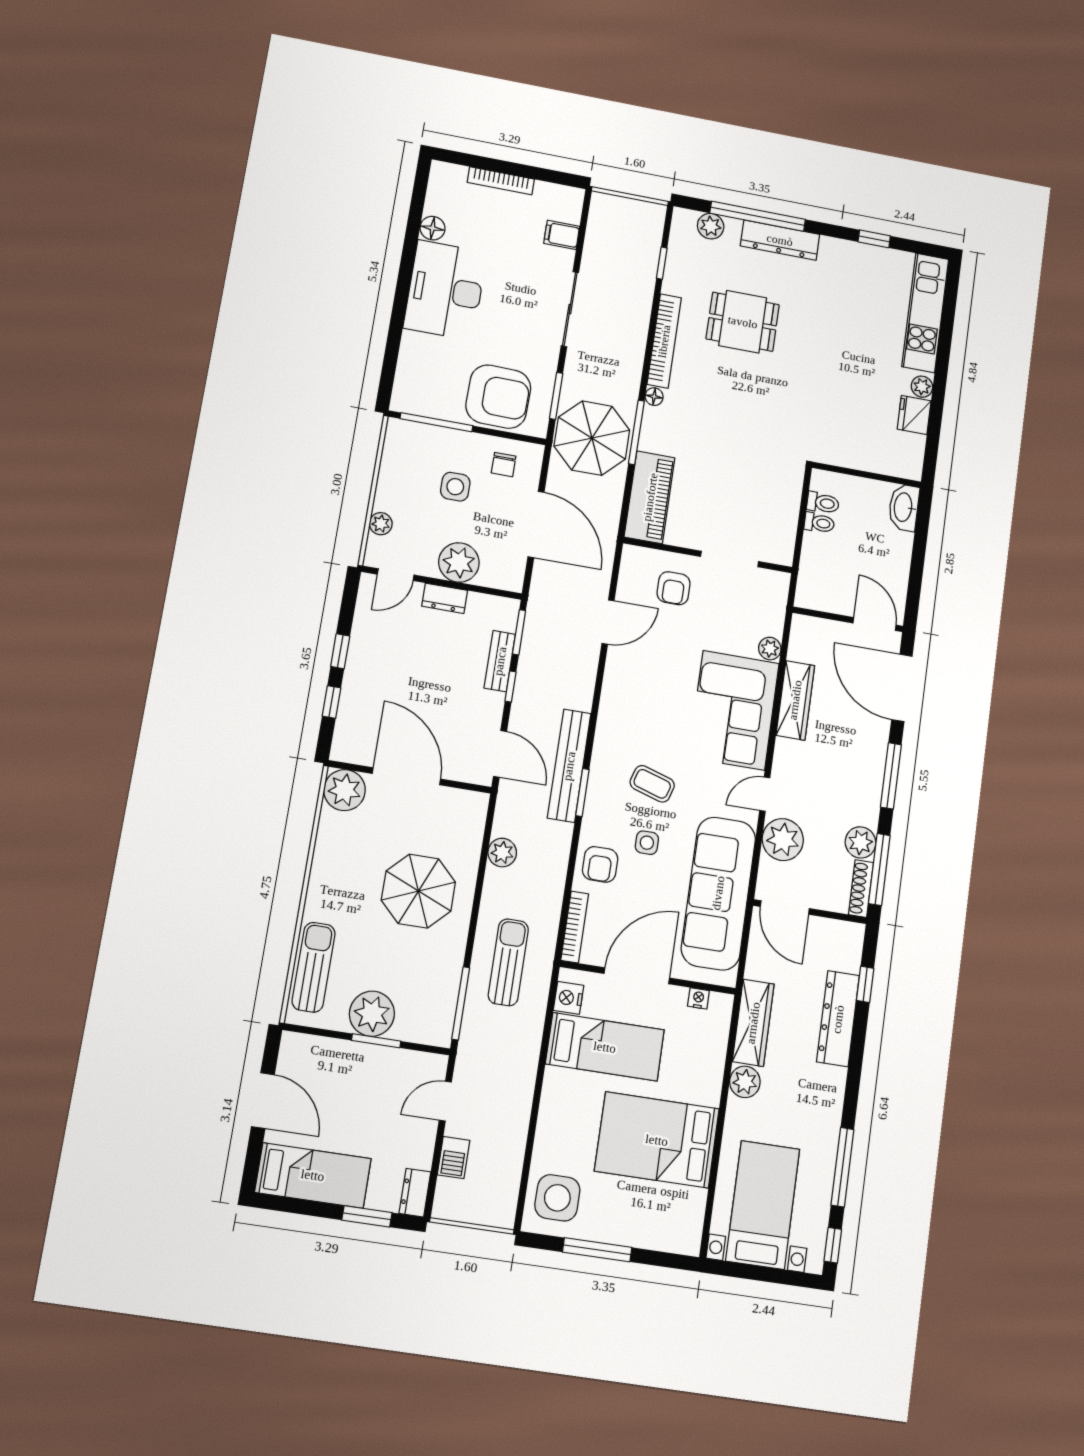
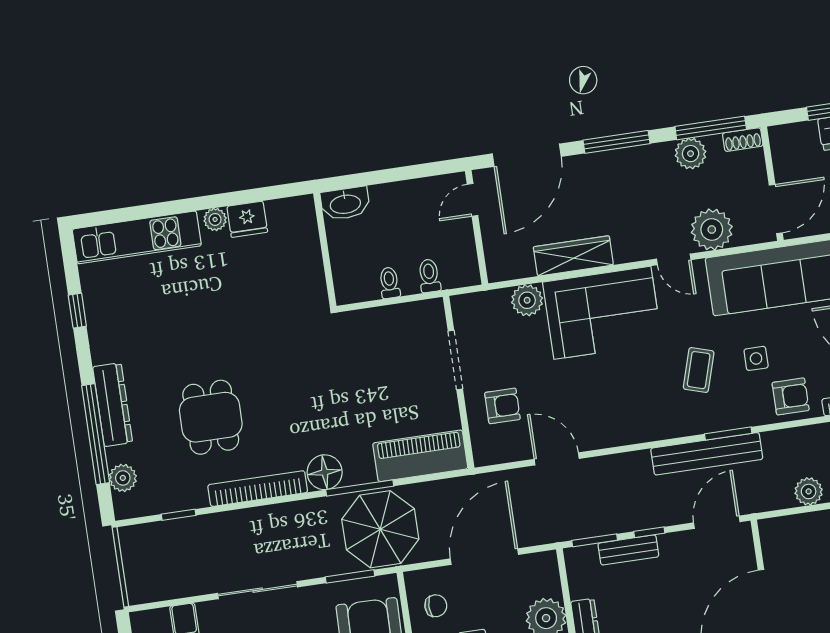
floor lamp: (654, 397) -> (325, 472), width x1.89, depth x1.89
toilet: (823, 503) -> (429, 276), moved
door: (874, 624) -> (472, 200), width x0.73
plant: (770, 649) -> (527, 300), width x1.38, depth x1.38
shoe rack: (861, 888) -> (743, 140), width x0.70

